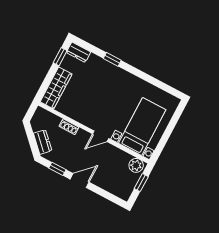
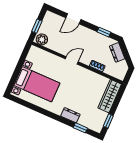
dresser: (79, 52) -> (70, 115), moved
window: (112, 59) -> (80, 128), moved
bed with nightstands: (142, 126) -> (37, 84), moved, turned -90
door: (80, 181) -> (73, 19), moved

